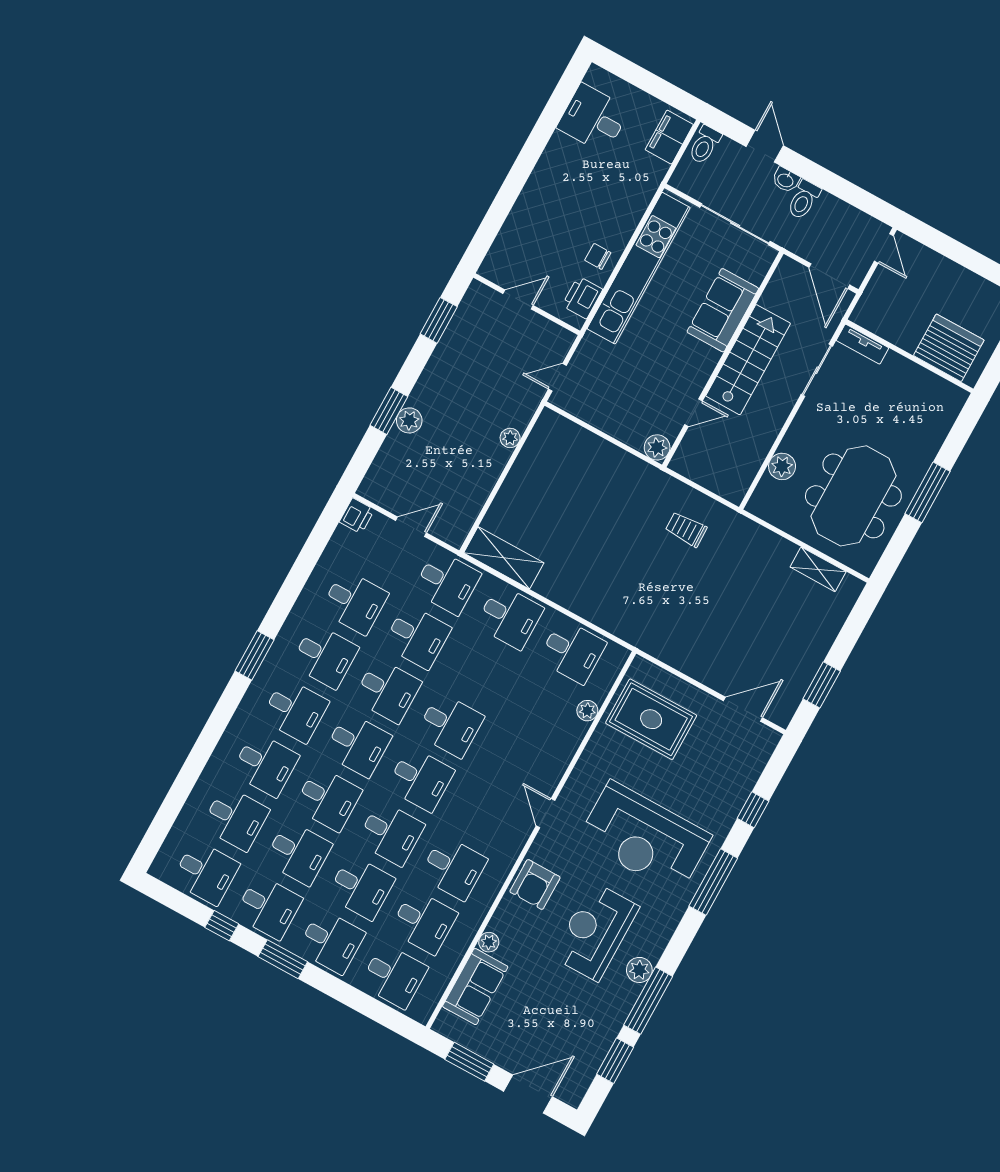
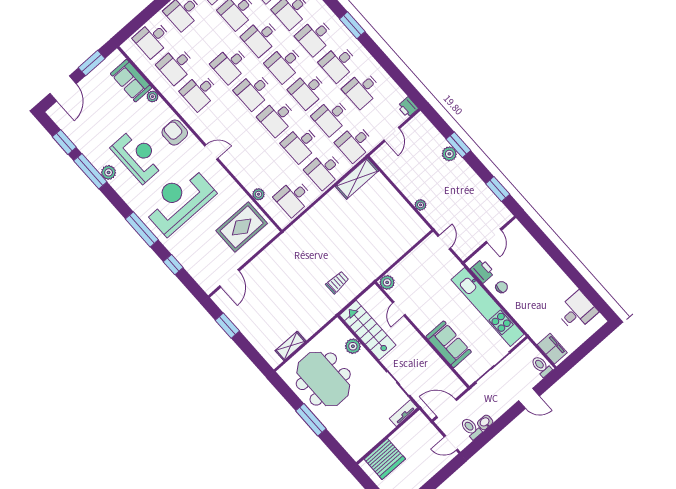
washbasin: (786, 180) -> (485, 422), moved
toilet: (804, 200) -> (471, 428), moved
stairs: (748, 360) -> (368, 330), moved, turned 180
desk: (361, 887) -> (301, 144), moved

